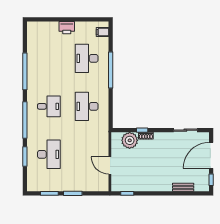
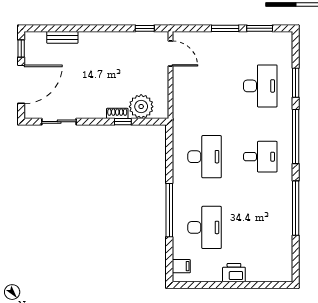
desk: (49, 106) -> (260, 157), turned 180
desk: (49, 154) -> (260, 86), turned 180
door: (110, 165) -> (170, 53), moved

